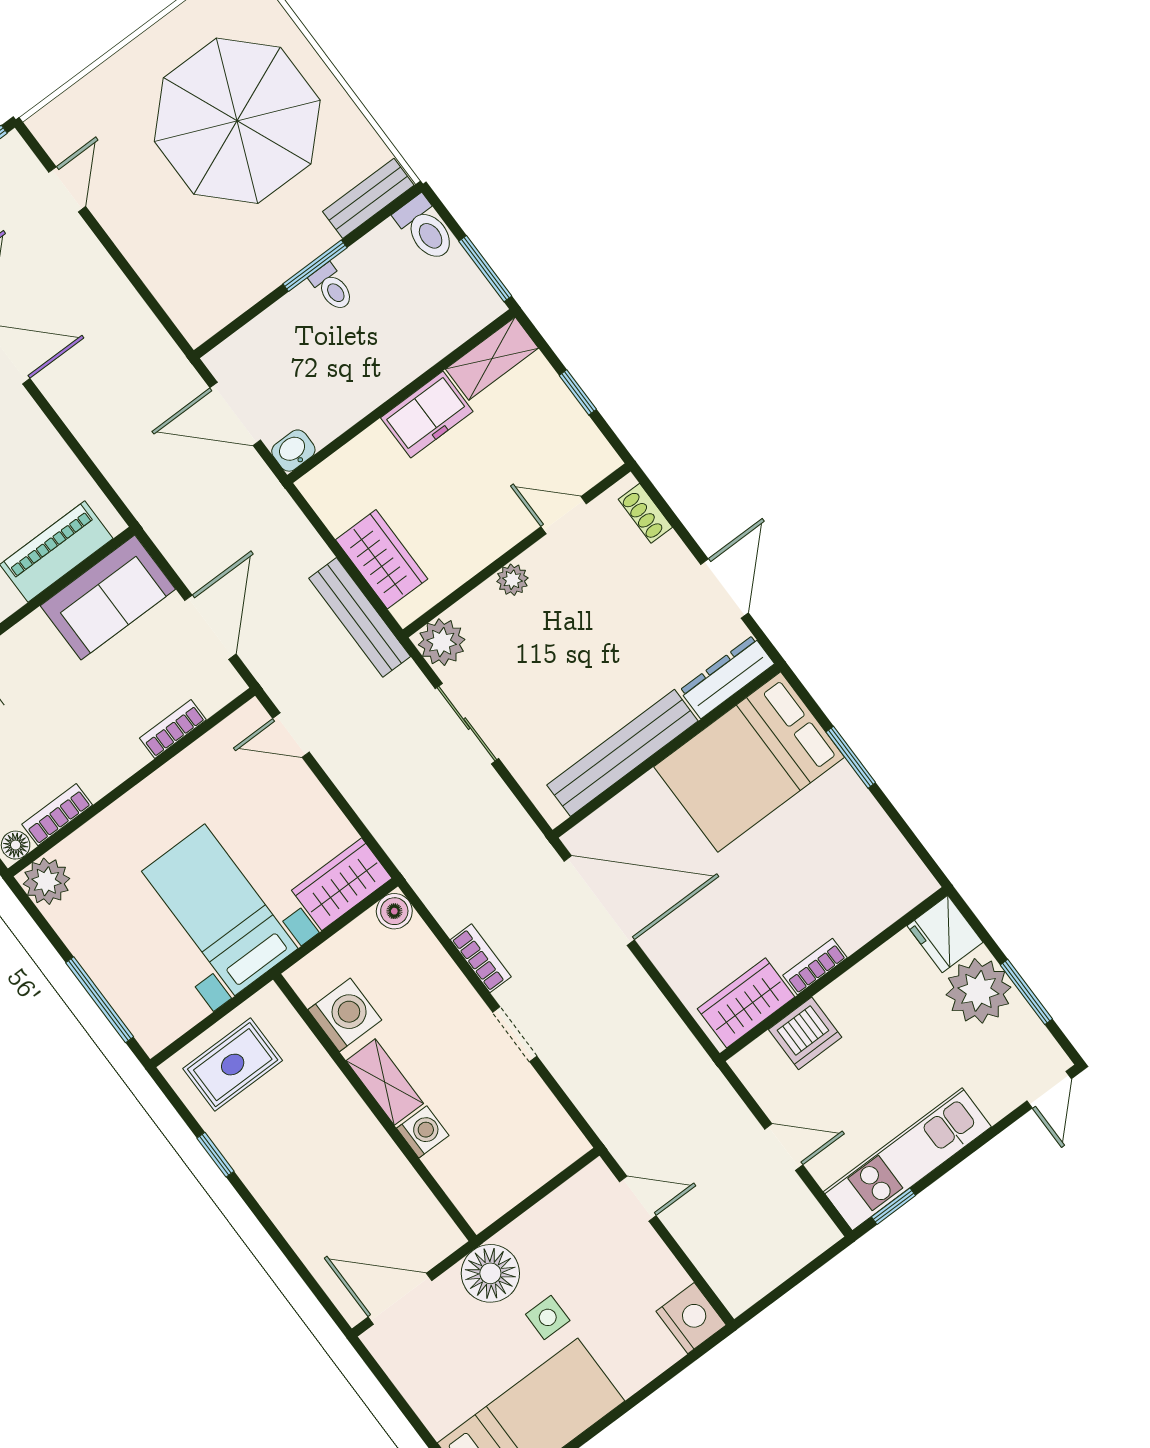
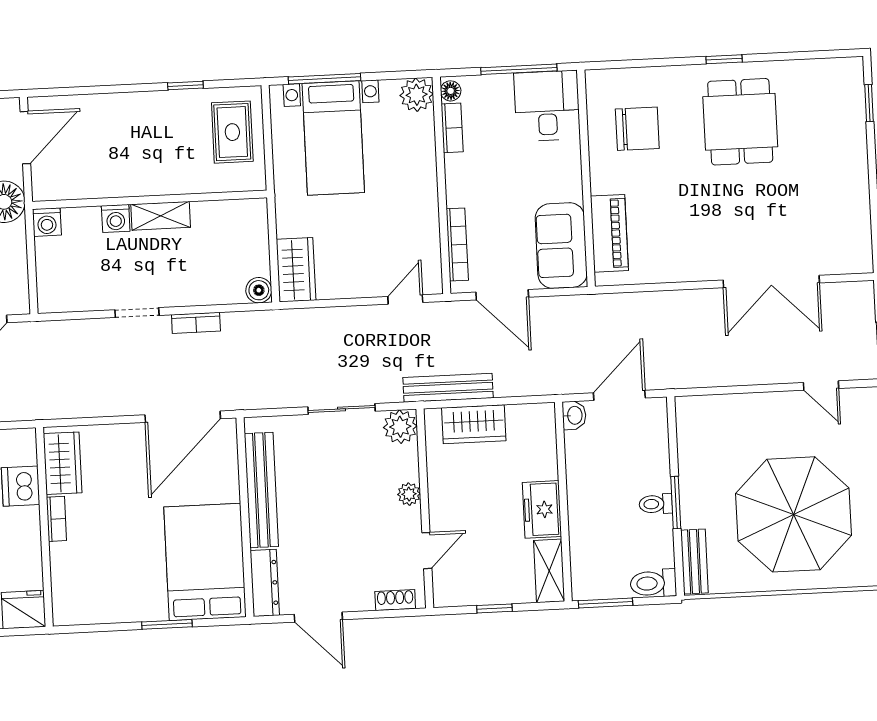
bookcase: (173, 729) -> (457, 244), width x1.56
bed with nightstands: (220, 910) -> (333, 138), moved, turned 90
washing machine: (345, 1015) -> (47, 222), moved, width x0.73, depth x0.73

